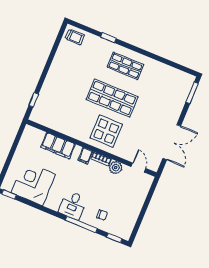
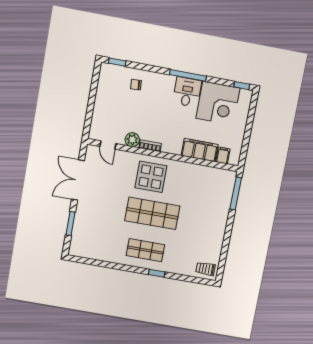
window: (108, 38) -> (157, 273), moved
window: (192, 93) -> (70, 224), moved
window: (34, 100) -> (236, 193), width x2.17
filing cabinet: (85, 156) -> (223, 155), moved
desk: (73, 205) -> (187, 92), moved
window: (81, 224) -> (188, 75), moved

